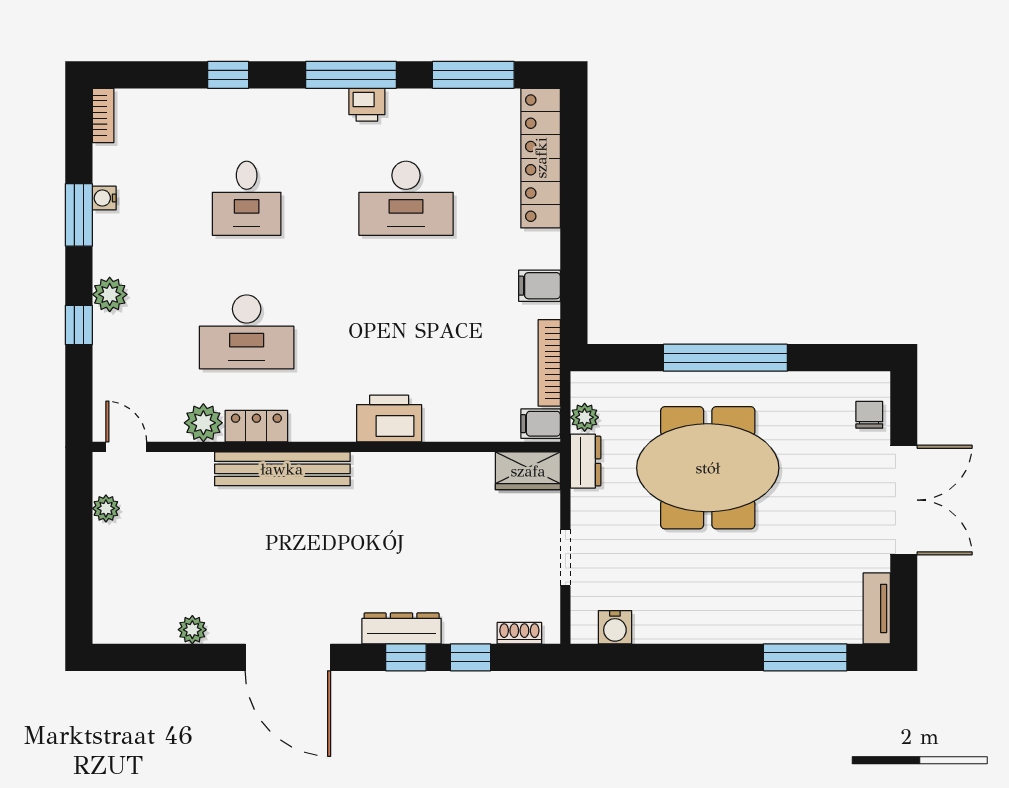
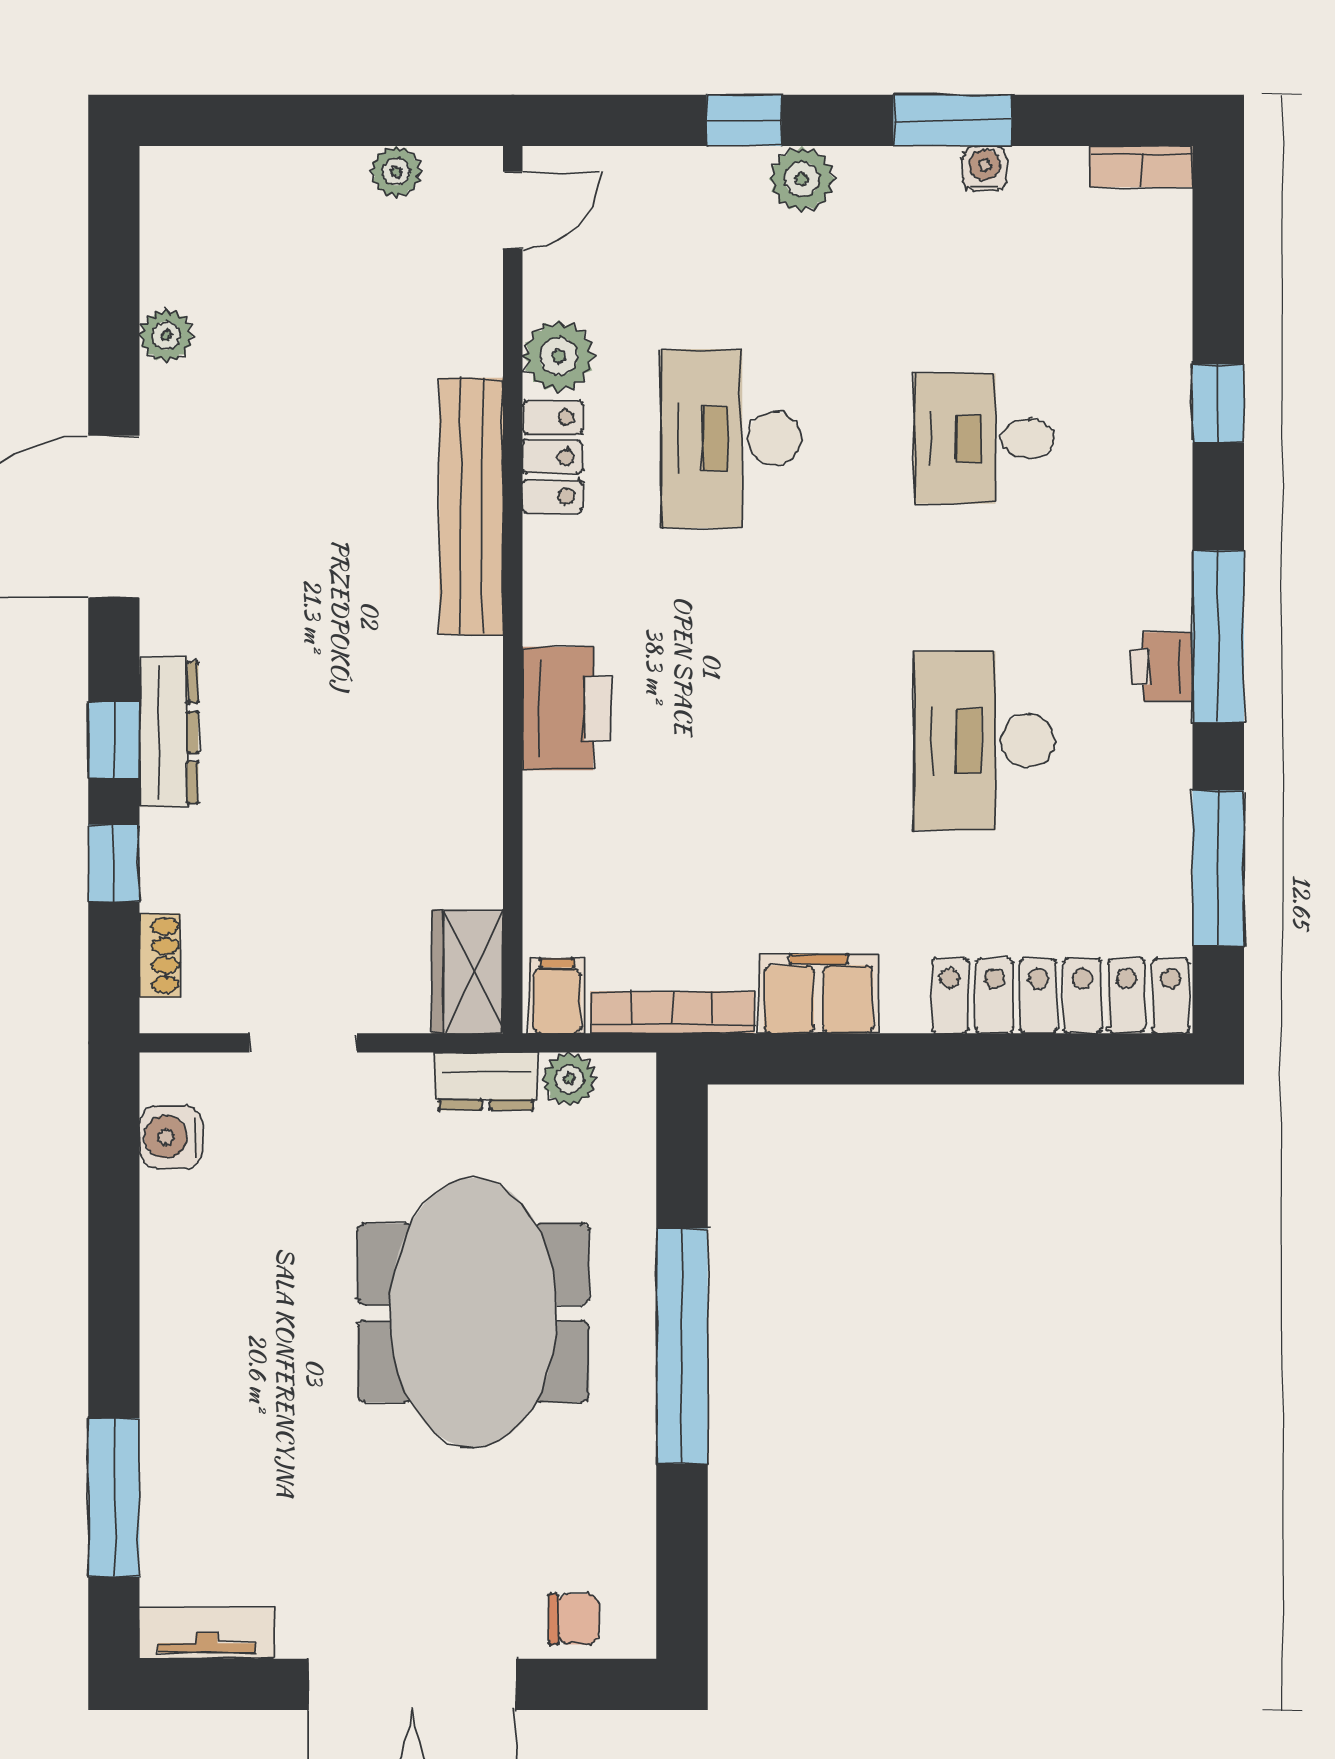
filing cabinet: (540, 286) -> (819, 994), width x2.00

